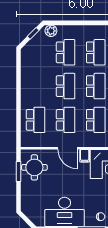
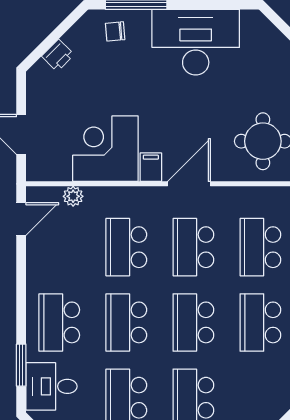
school desk: (35, 86) -> (260, 322), added
door: (67, 148) -> (189, 184), hinge flipped

